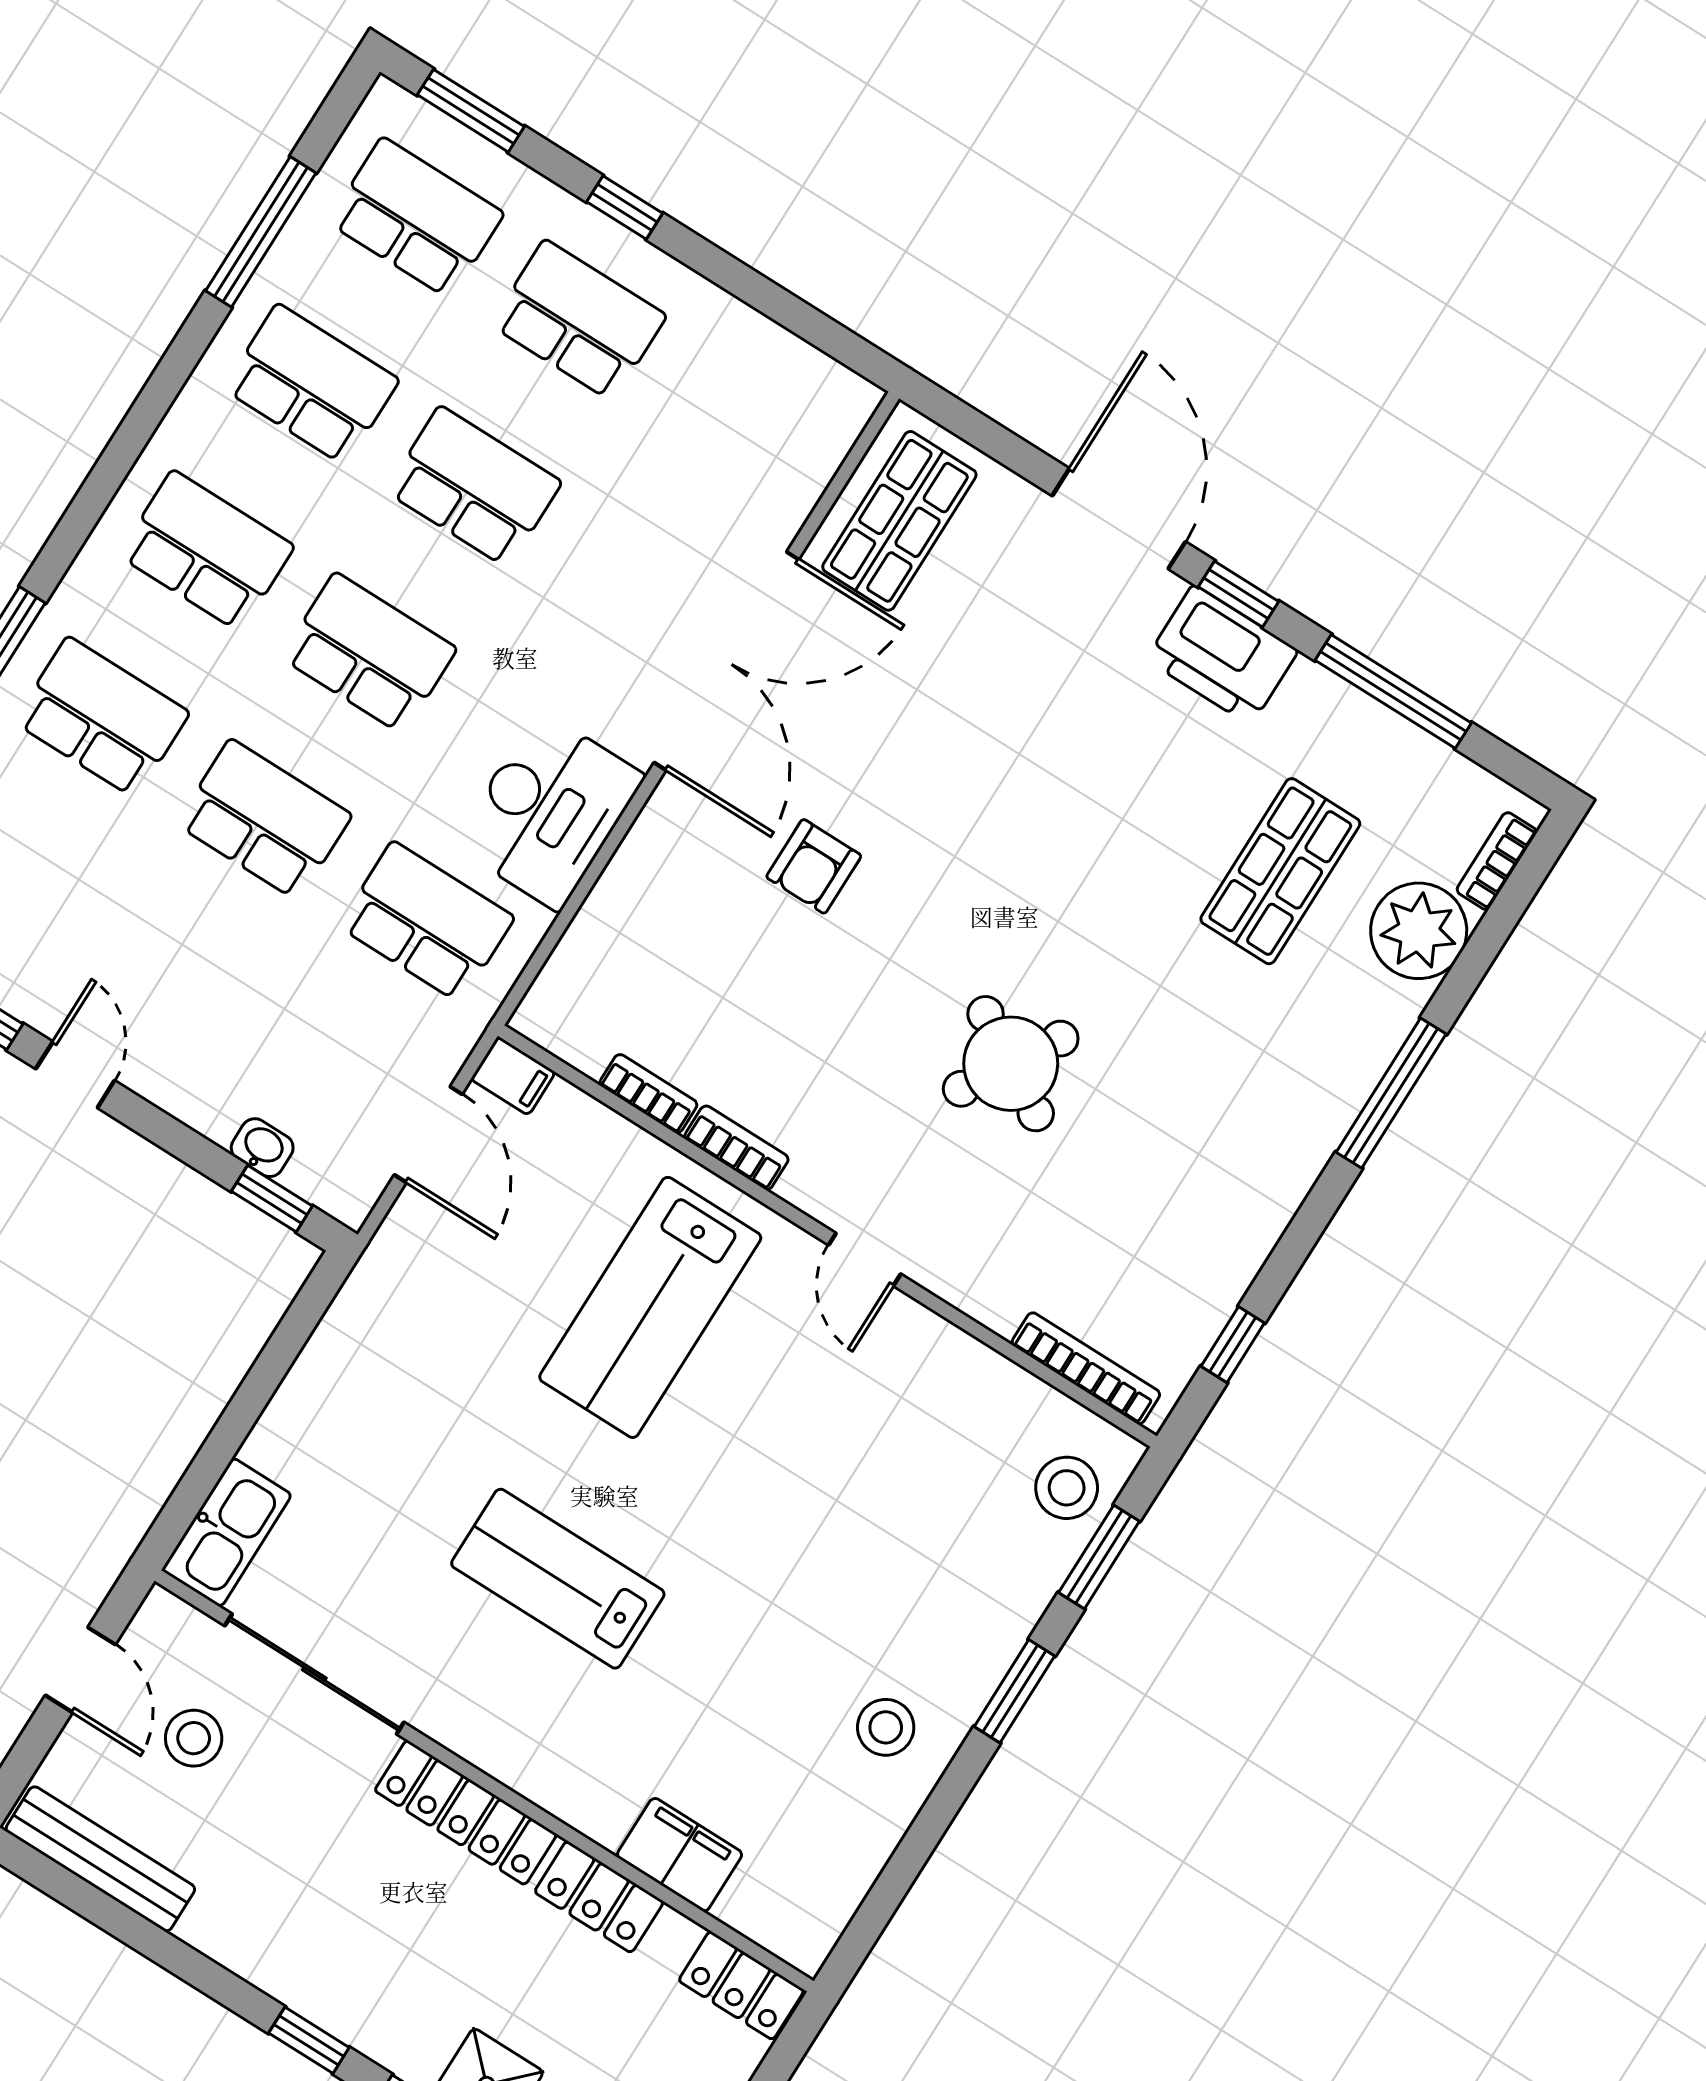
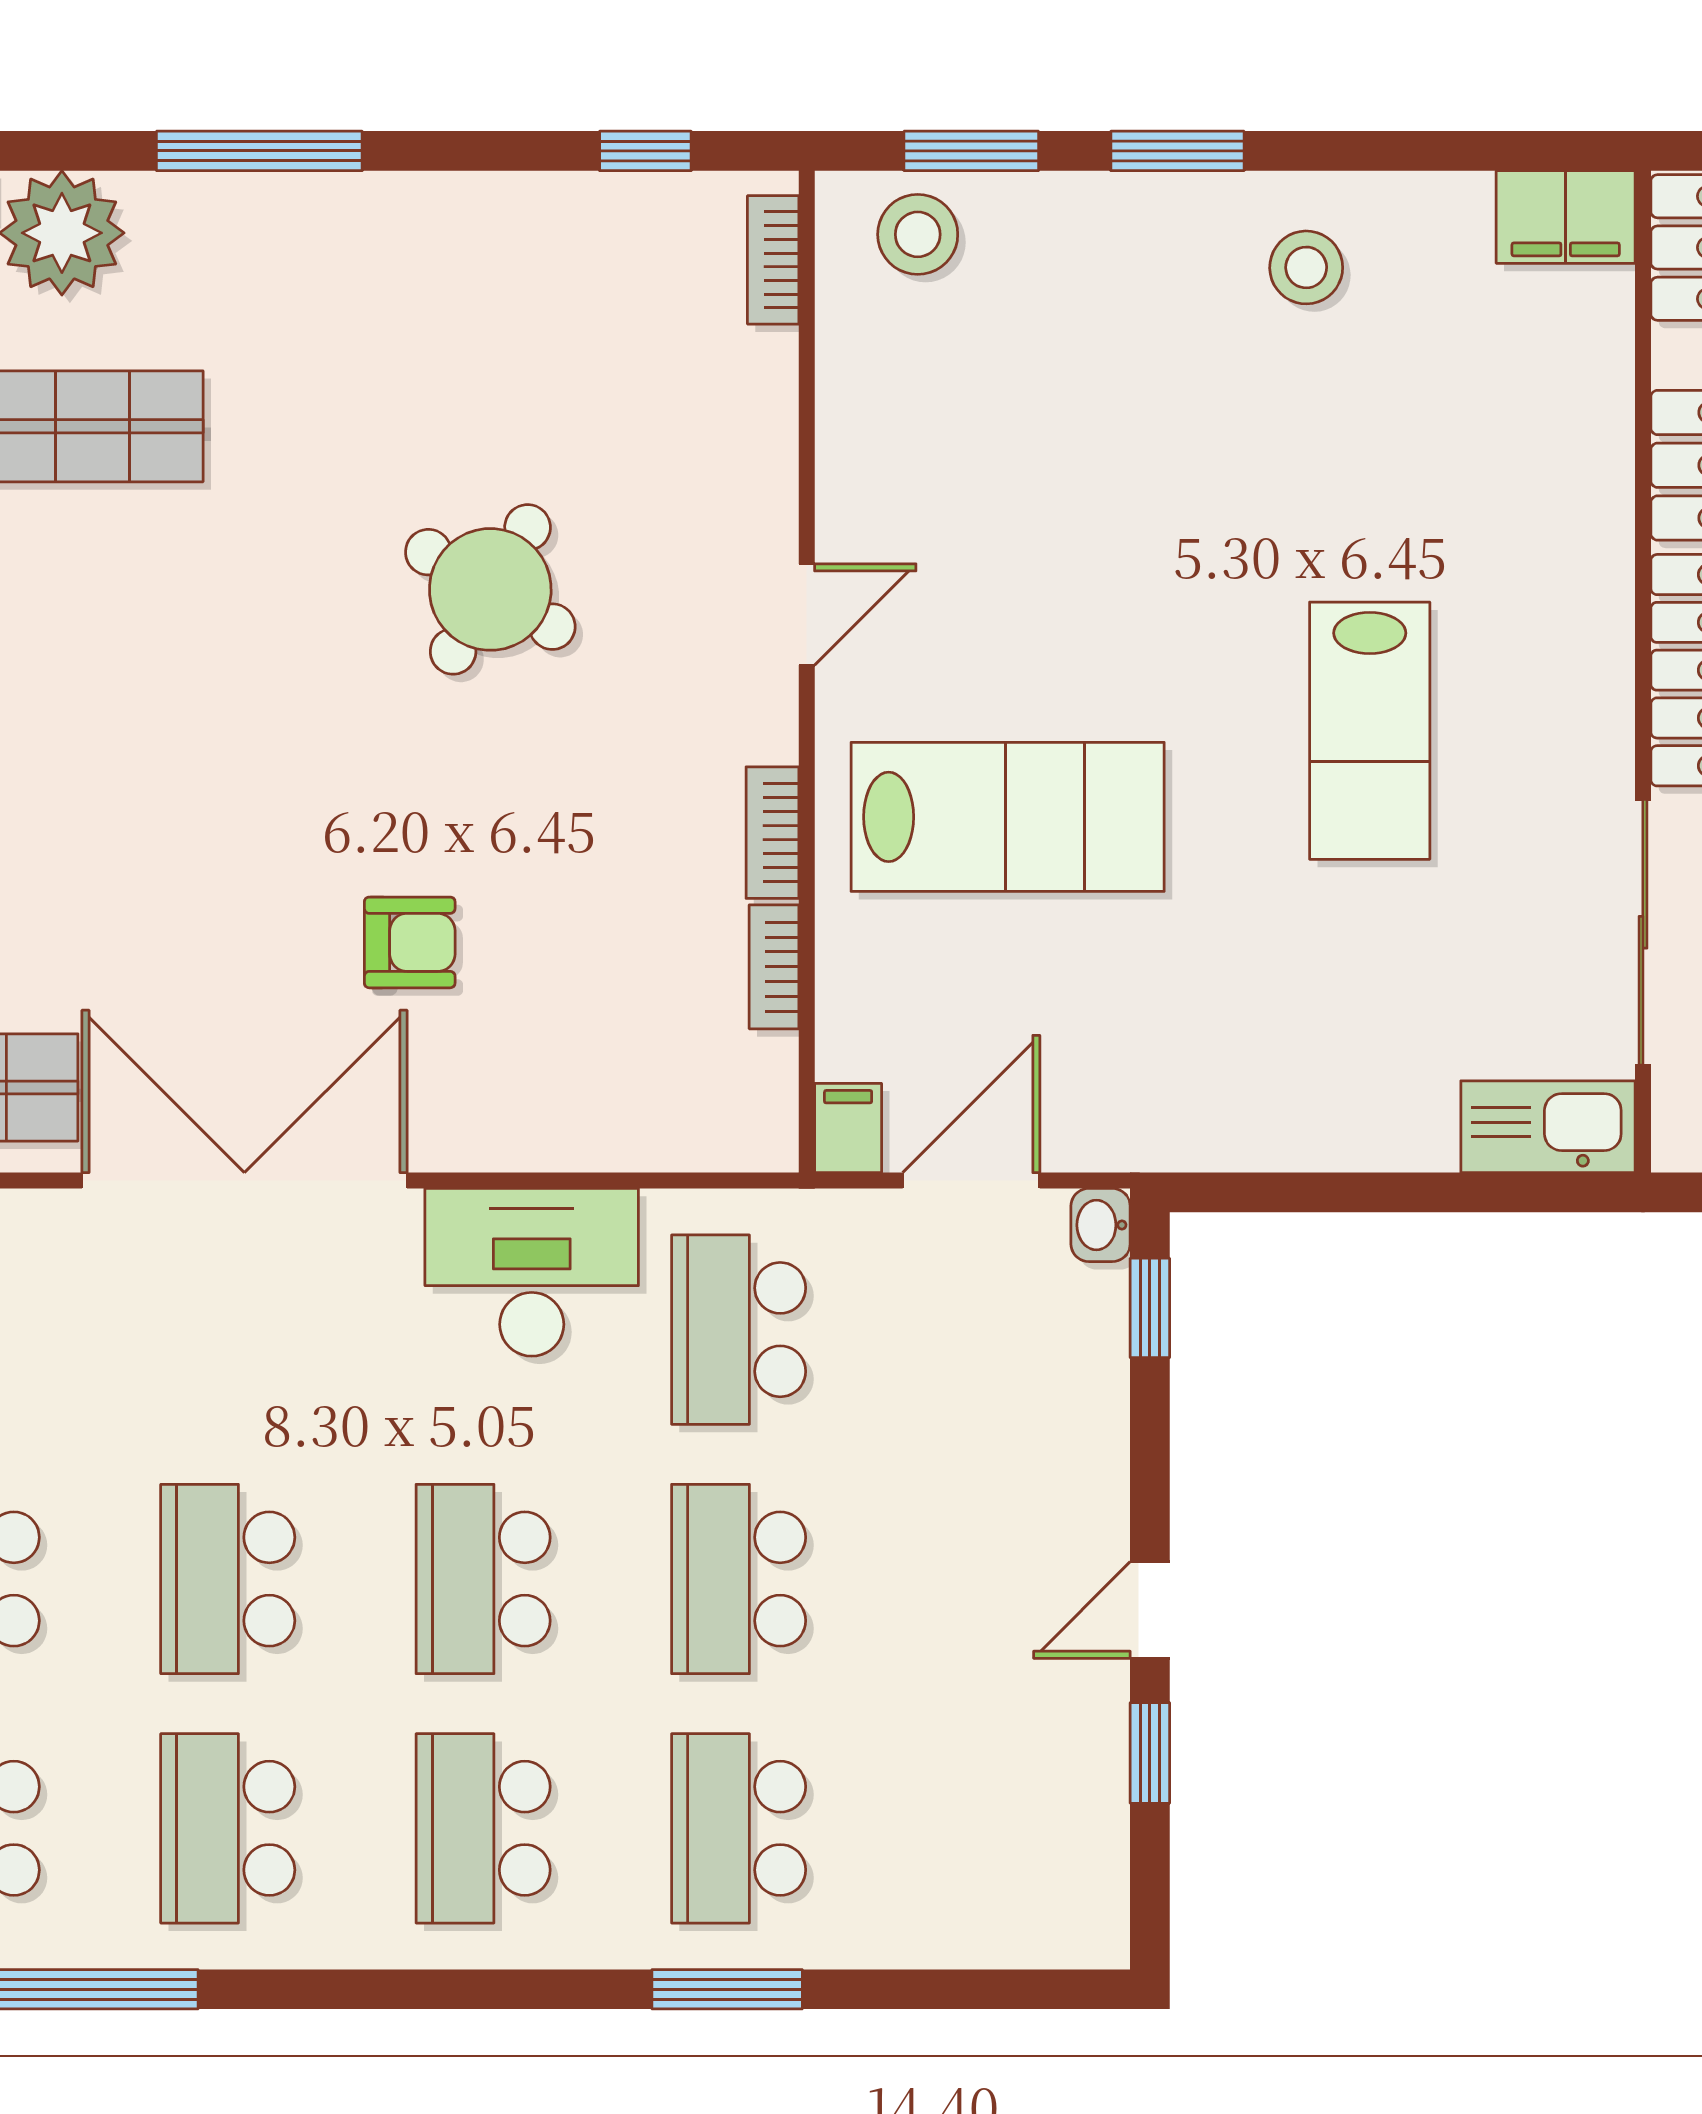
washbasin: (262, 1148) -> (1101, 1225), moved
bookcase: (1086, 1368) -> (773, 260), width x0.64
filing cabinet: (680, 1855) -> (1566, 217), moved, turned -90

